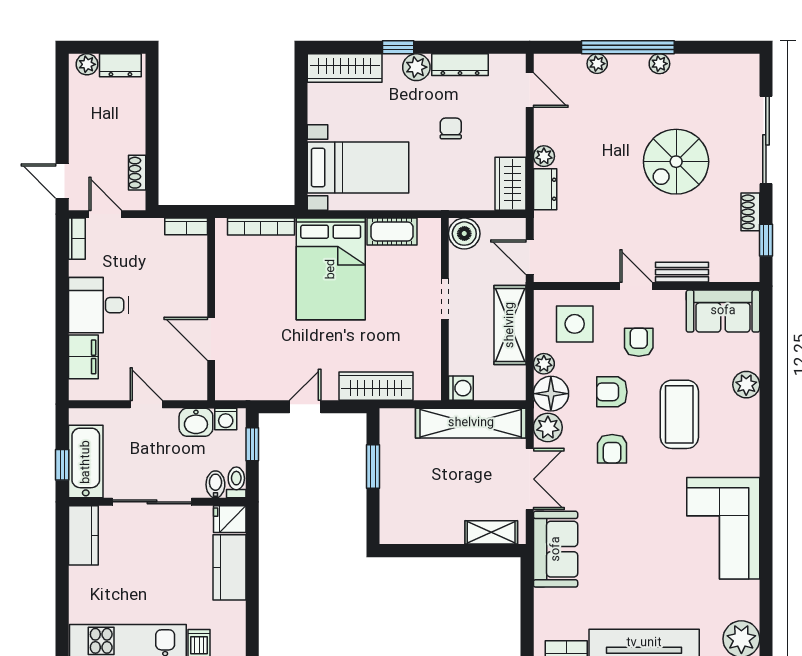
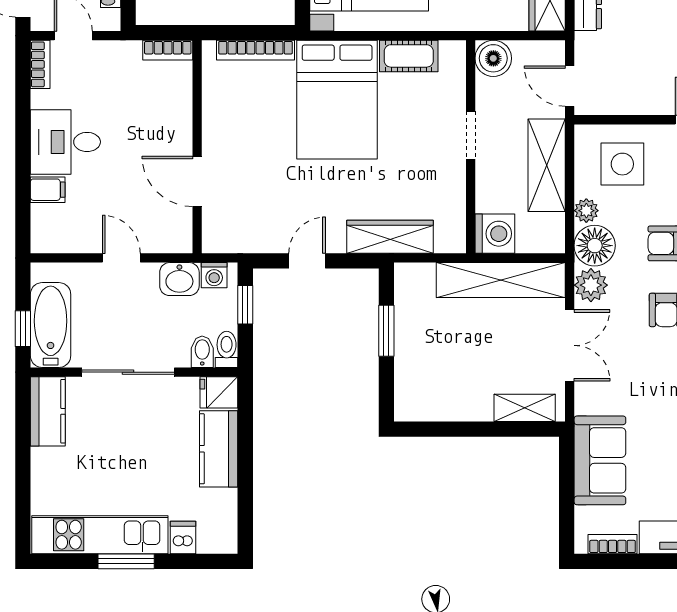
filing cabinet: (83, 357) -> (48, 190), width x0.50
washing machine: (461, 388) -> (495, 234), width x1.38, depth x1.38
sofa: (556, 549) -> (600, 460), moved

